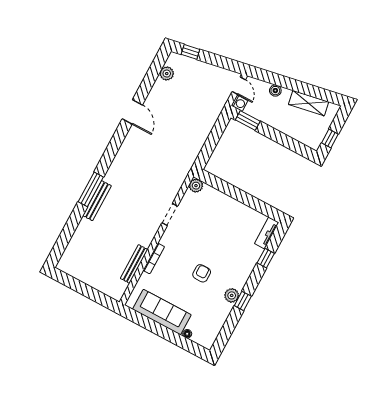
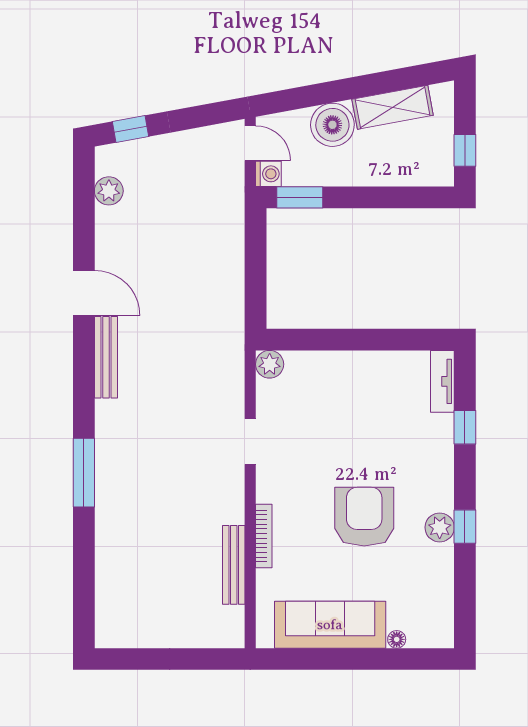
boiler: (275, 91) -> (332, 125), width x1.86, depth x1.86
bench: (97, 201) -> (106, 357), moved
armchair: (202, 273) -> (364, 517), width x1.88, depth x1.88

